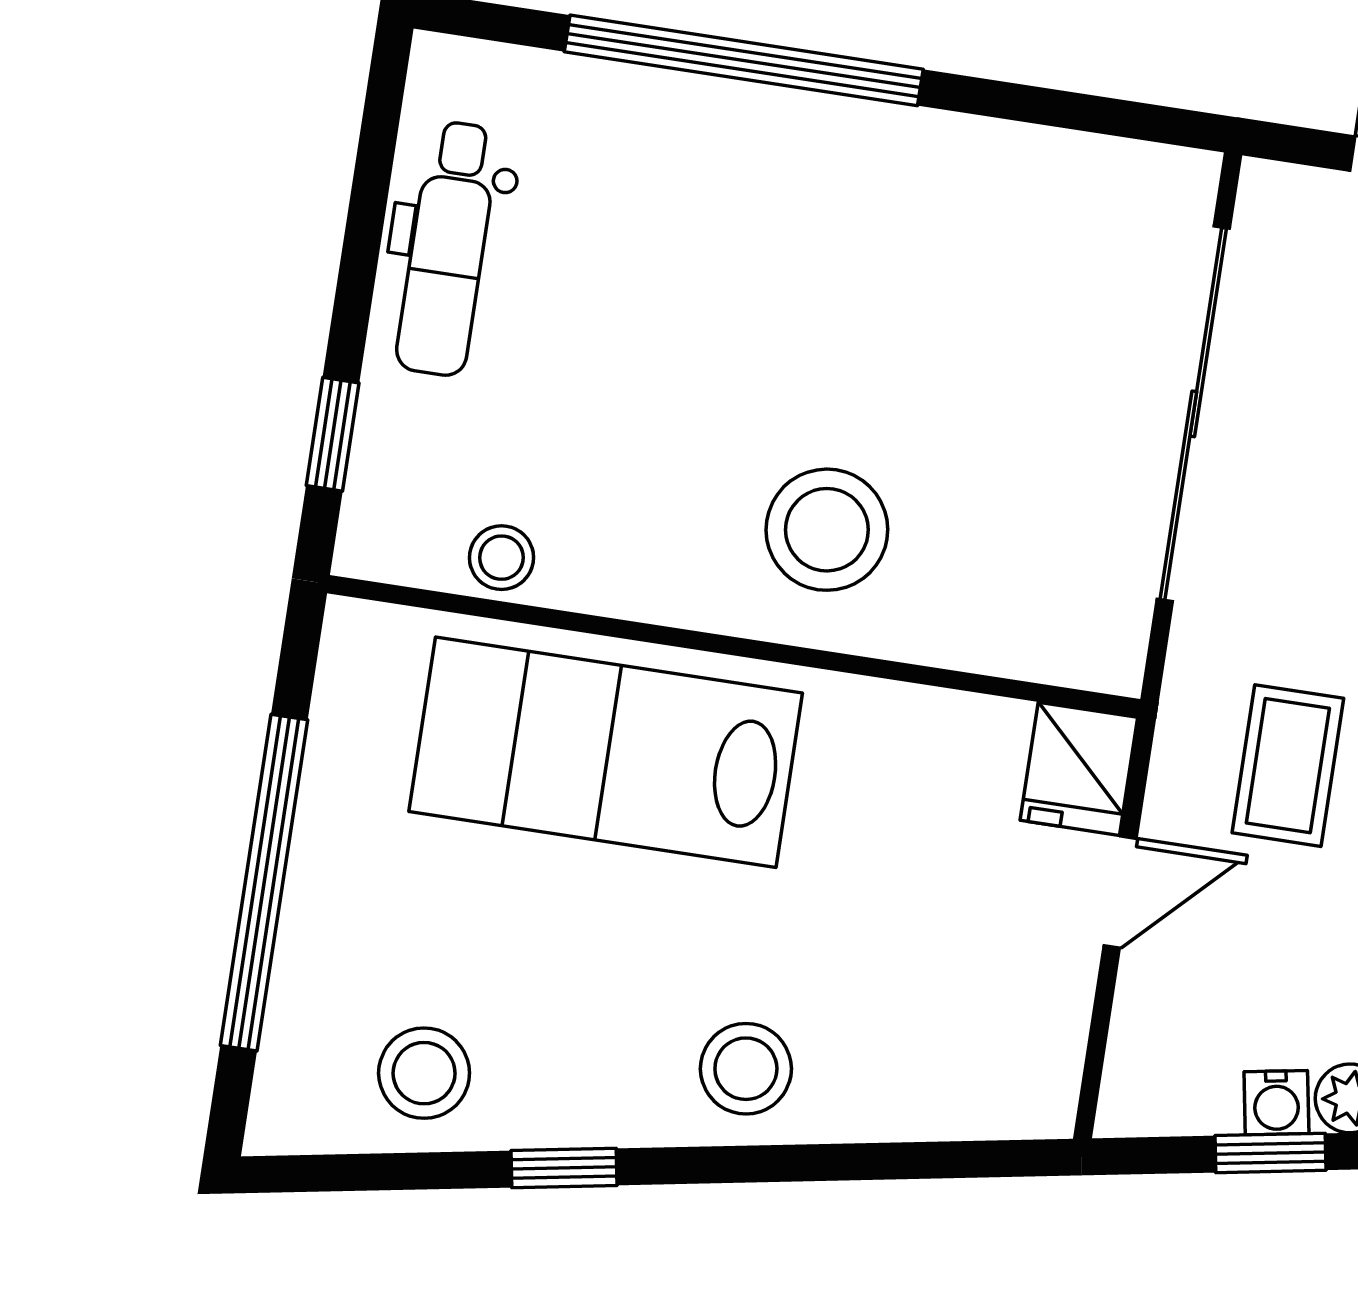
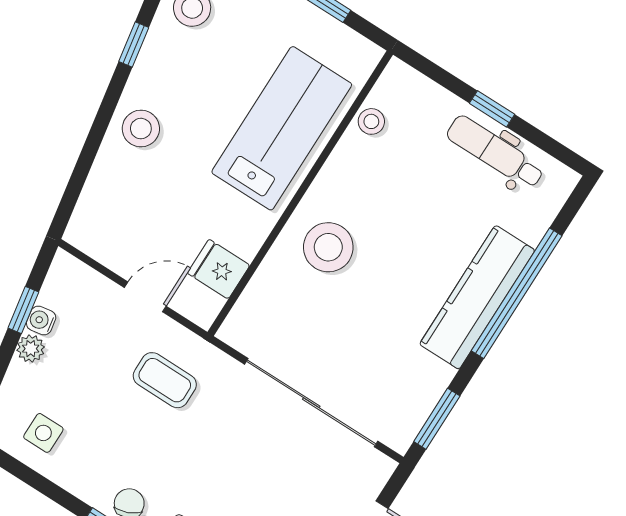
window: (1105, 116) -> (437, 419), added
kitchen counter: (792, 145) -> (477, 297), added
window: (333, 434) -> (492, 109), moved
fridge: (1079, 769) -> (219, 269), moved
door: (1120, 892) -> (145, 297), swing flipped

